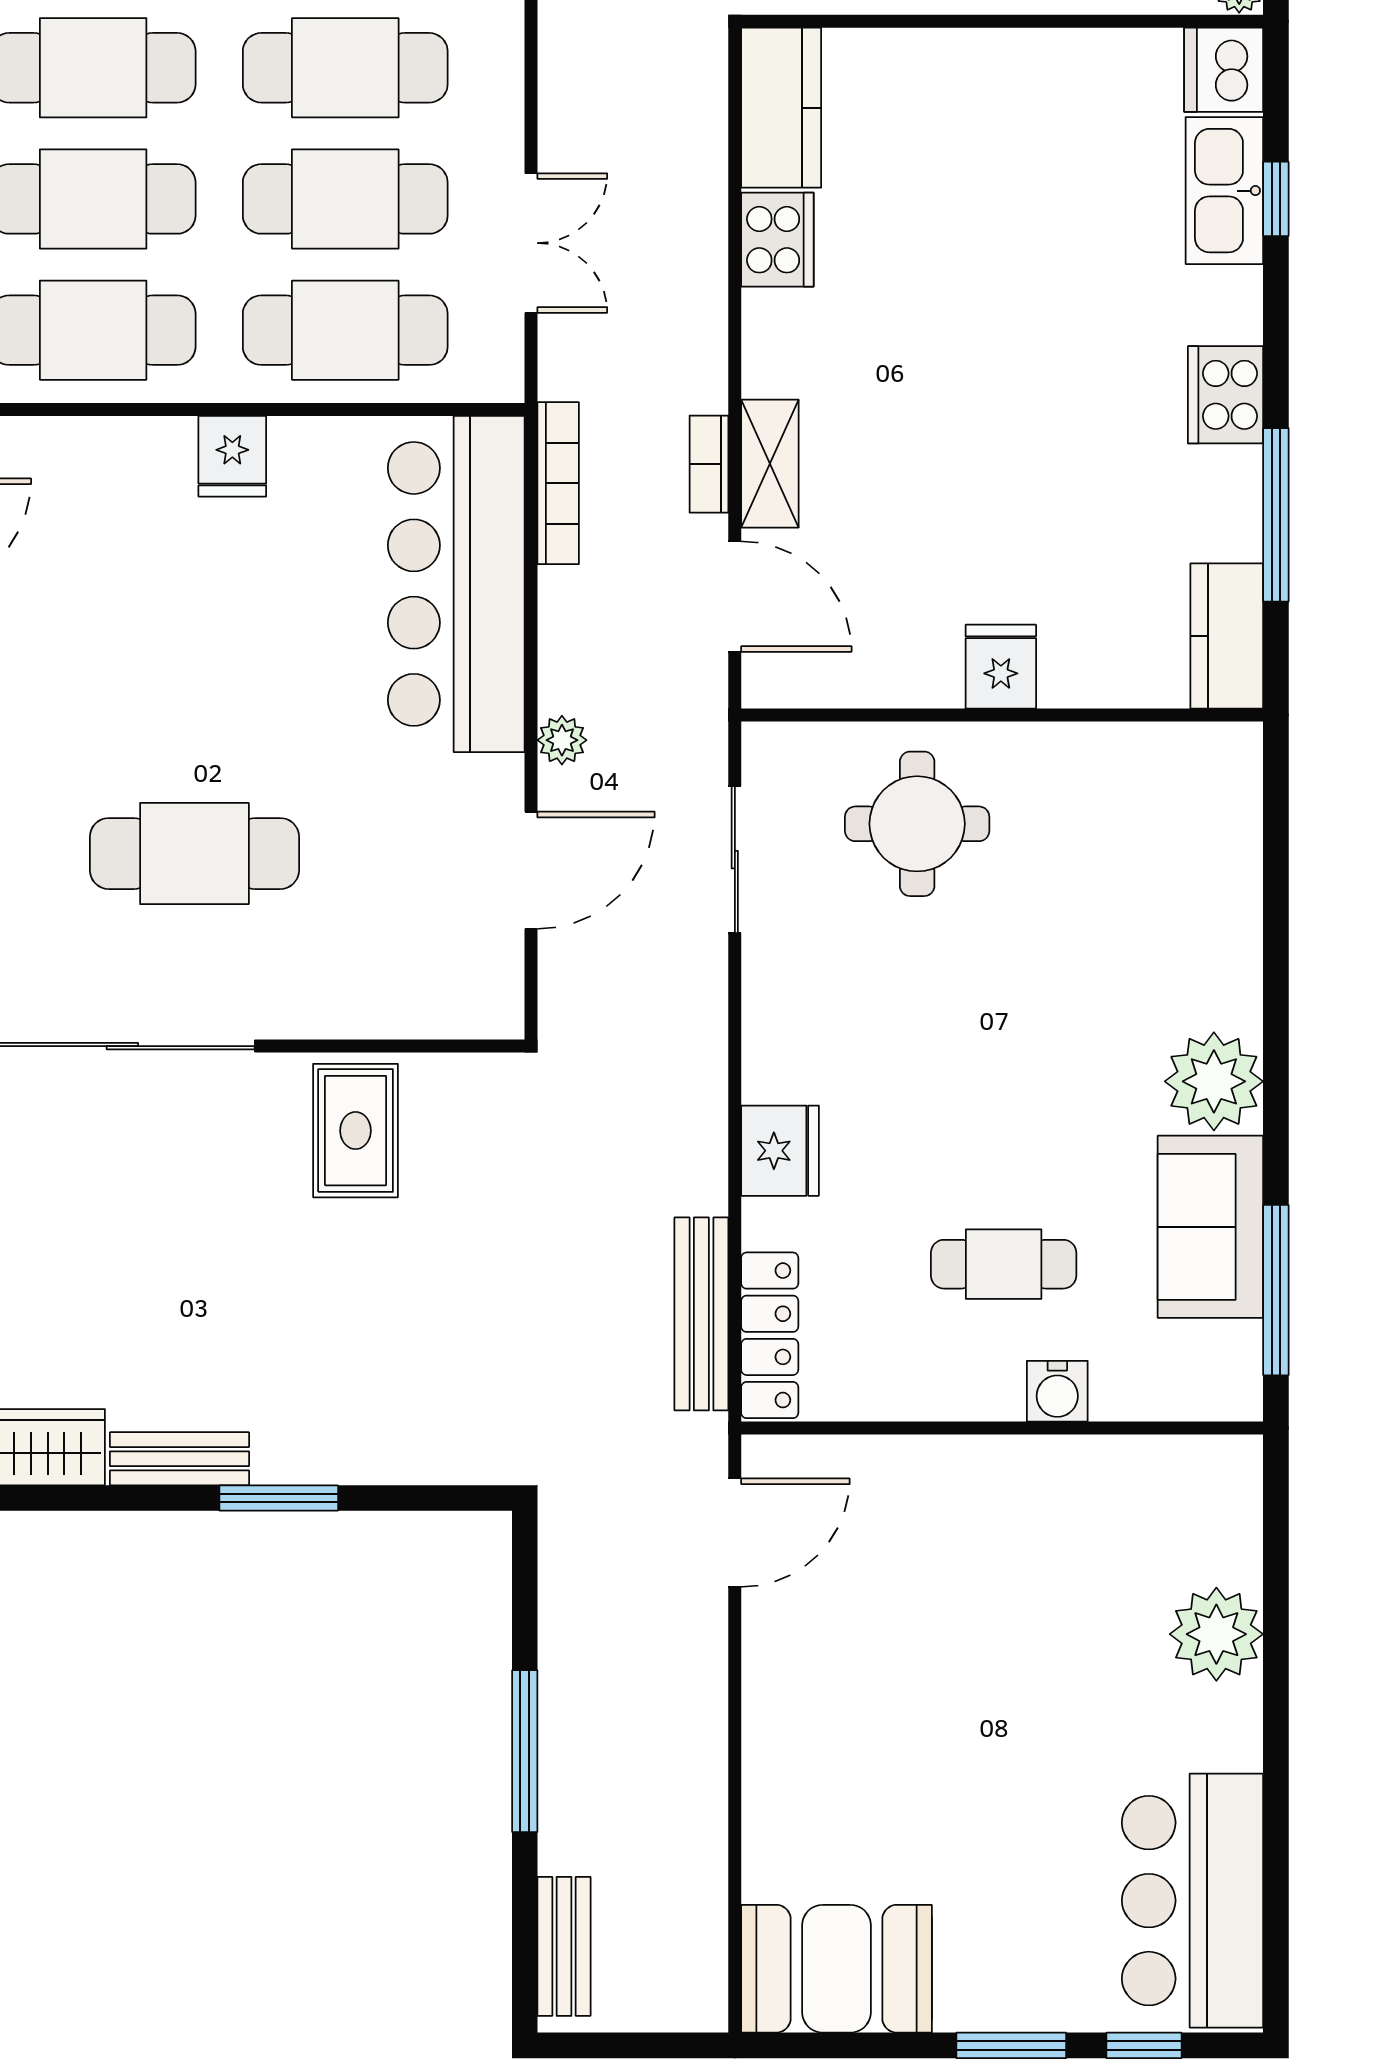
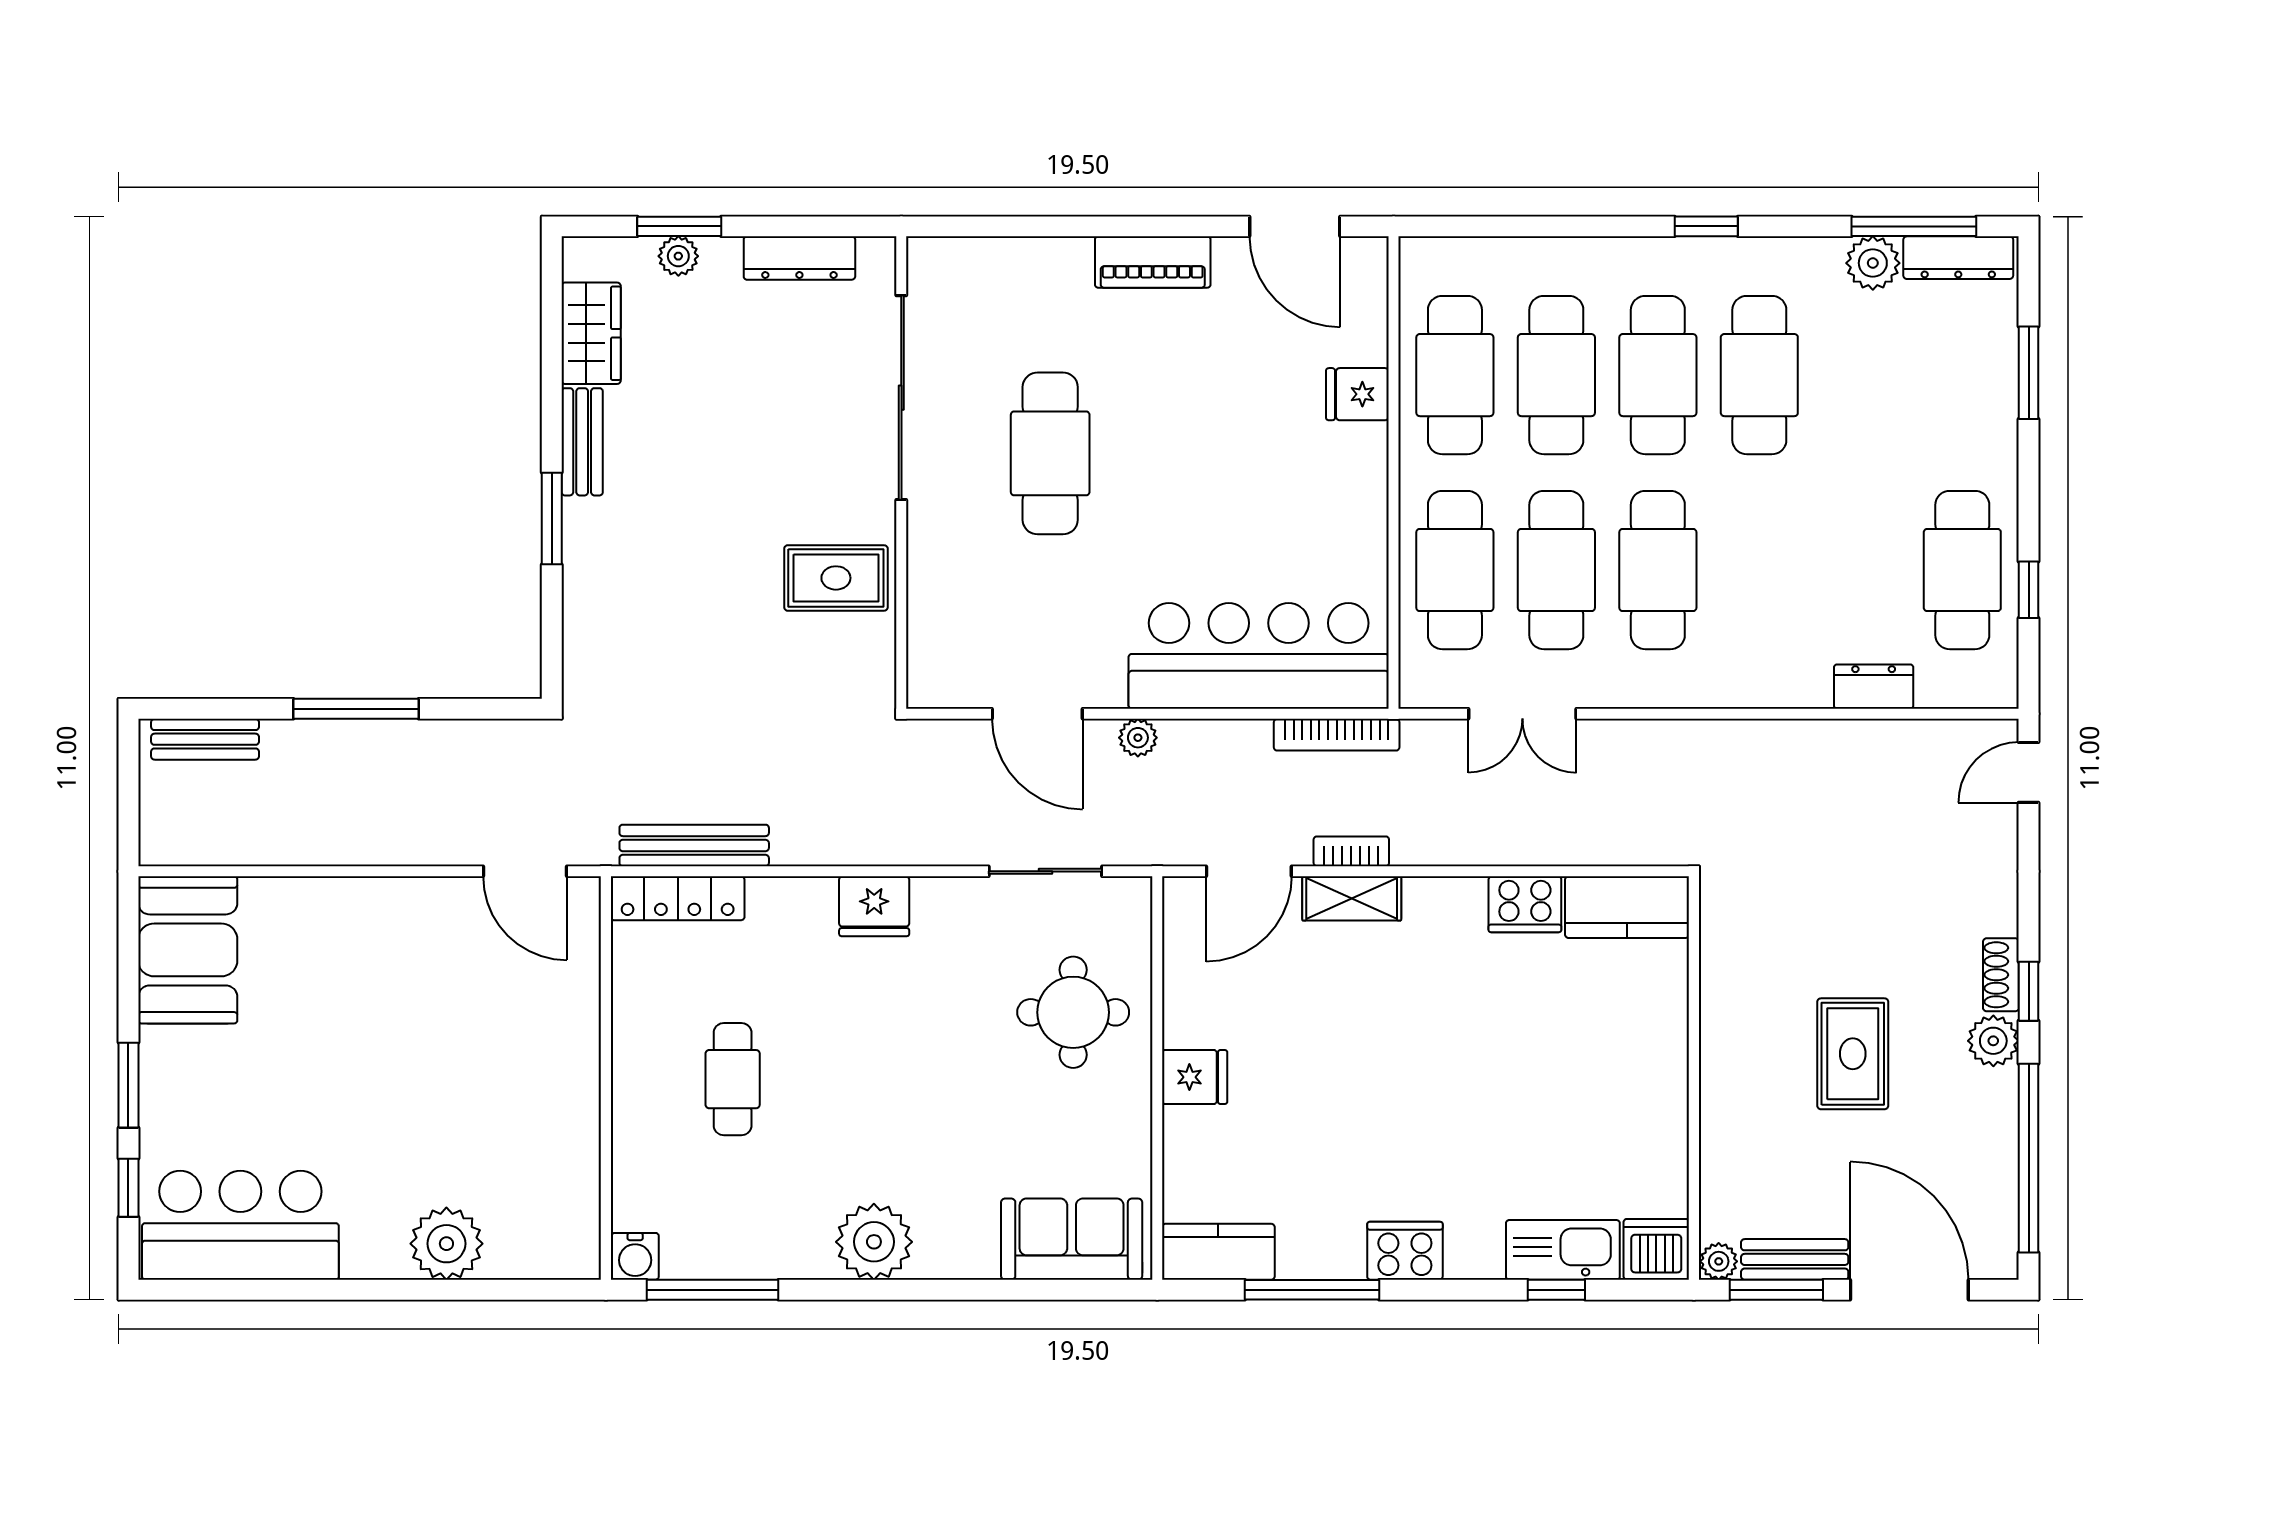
fridge: (232, 456) -> (1357, 394), moved
fridge: (780, 1151) -> (874, 906), moved
sofa: (1210, 1227) -> (1072, 1239), moved
water cooler: (1057, 1391) -> (635, 1256), moved, turned -90

